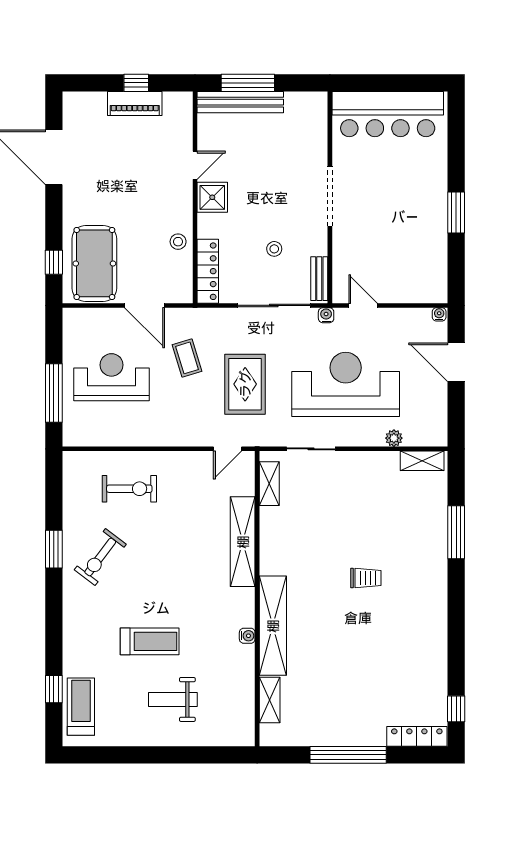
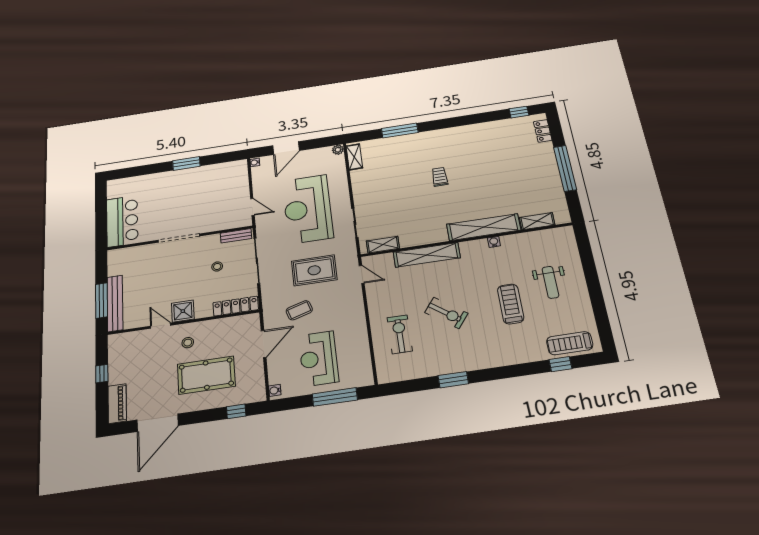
piano: (135, 104) -> (117, 404), moved
bar counter: (388, 114) -> (122, 221), width x0.73
stool: (178, 242) -> (188, 343), moved
pool table: (94, 263) -> (206, 375), moved
door: (363, 305) -> (252, 207), swing flipped
water cooler: (326, 315) -> (275, 390), moved
plant: (394, 438) -> (338, 150), moved
exercise bike: (100, 557) -> (446, 313), moved
locker: (417, 736) -> (543, 131), width x0.66

